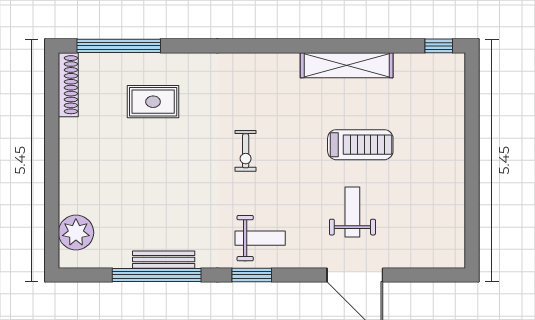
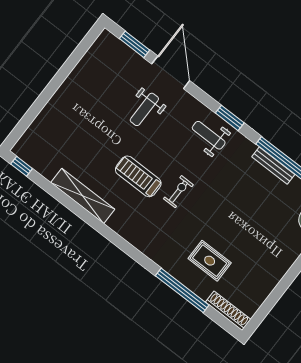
window: (119, 46) -> (182, 290), moved
shoe rack: (68, 85) -> (228, 311), moved, turned 90
treadmill: (360, 145) -> (138, 176), moved
window: (418, 275) -> (135, 44), added

